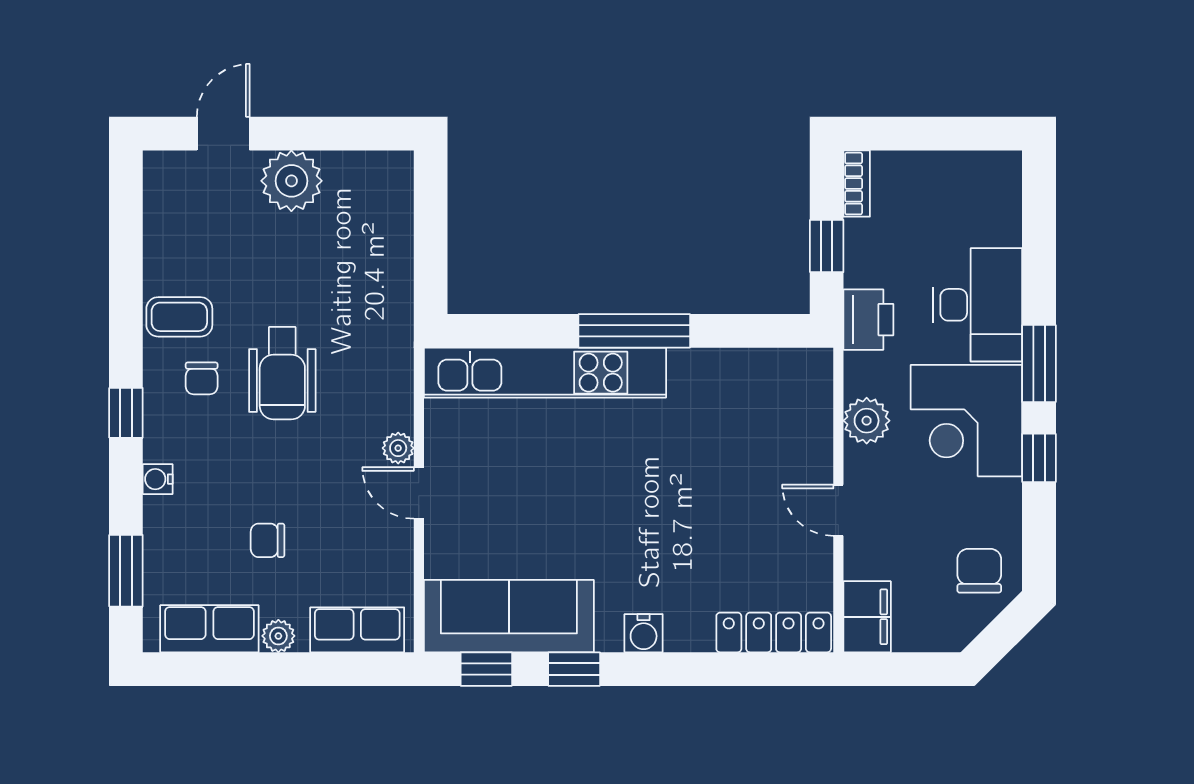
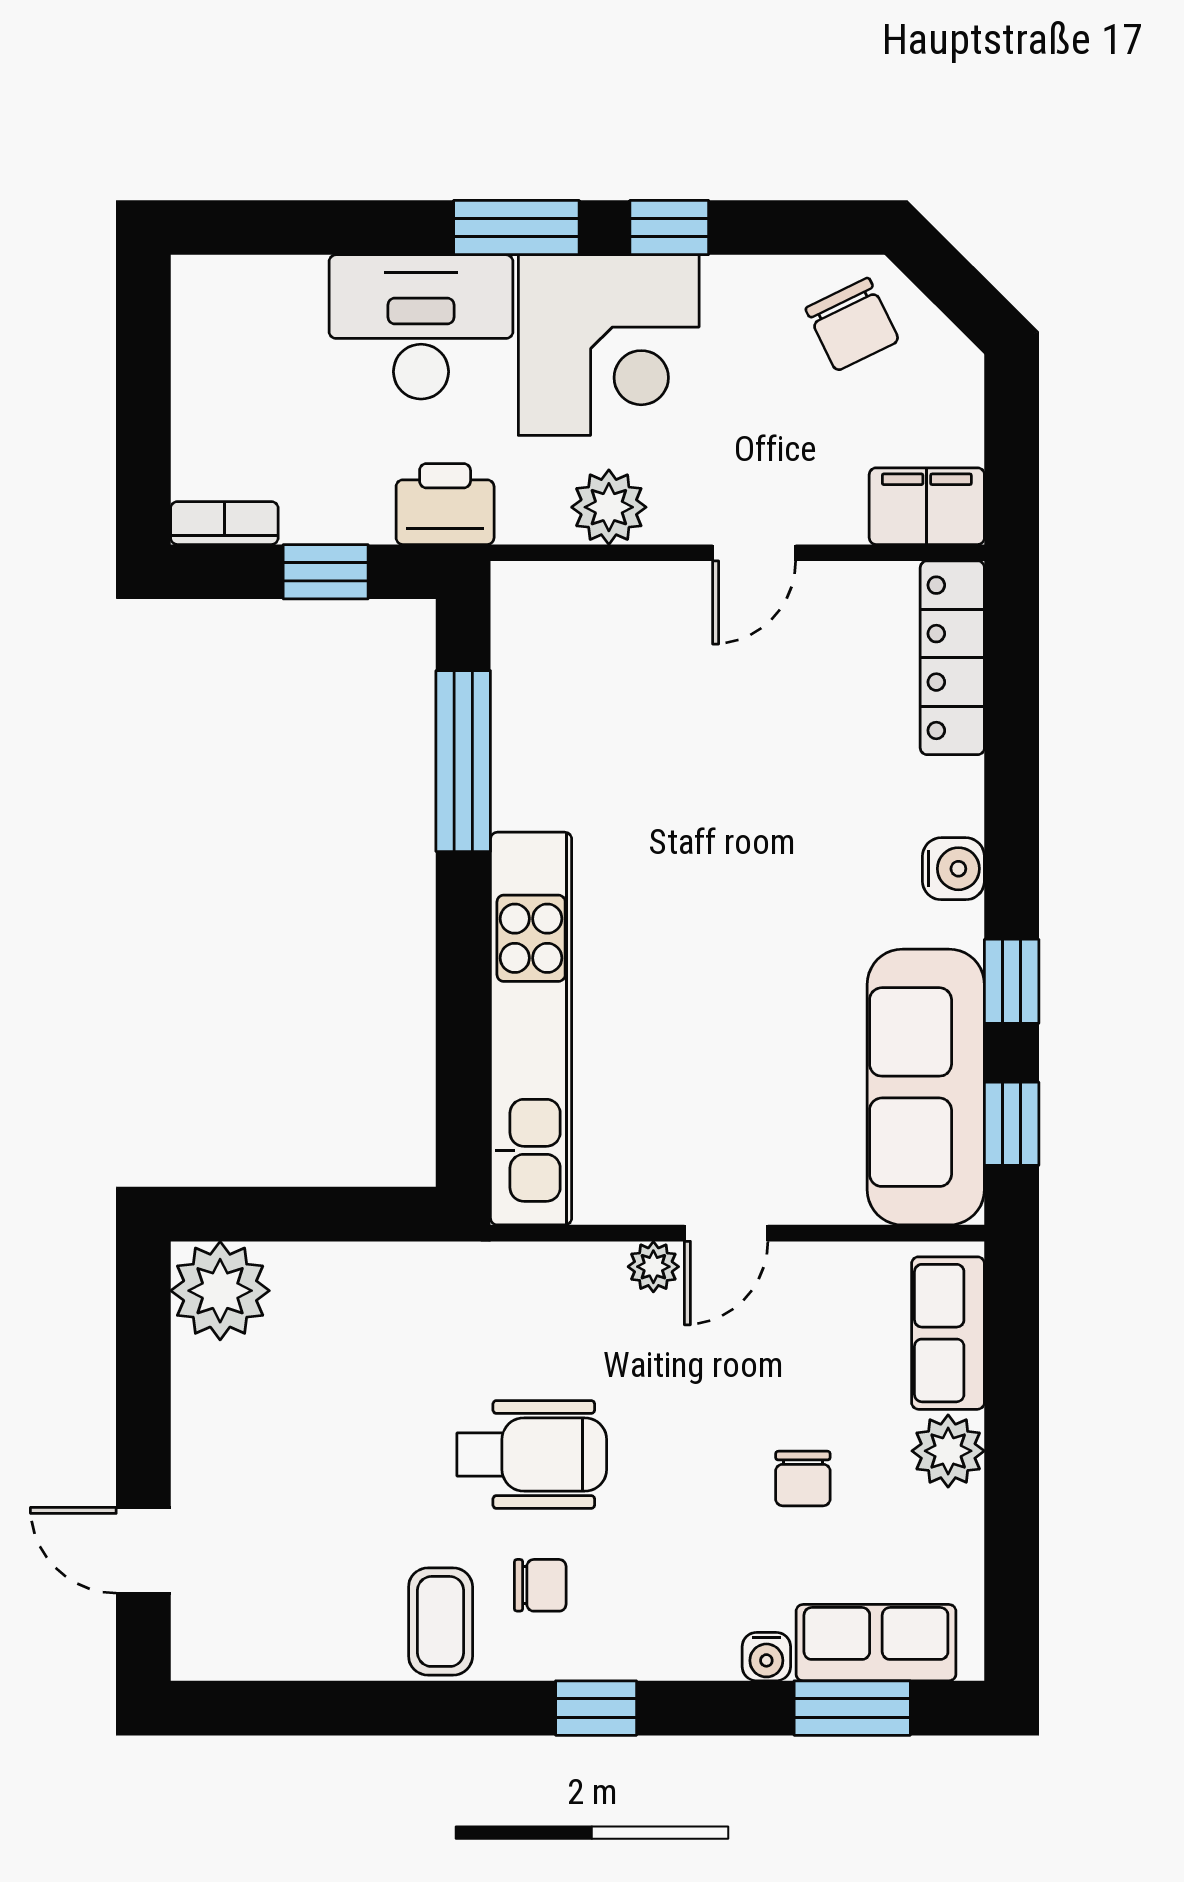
plant: (291, 181) -> (220, 1291), moved
window: (634, 331) -> (463, 761), moved
water cooler: (158, 479) -> (766, 1657), moved
chair: (979, 571) -> (852, 324), turned -116
row of seats: (209, 629) -> (876, 1643), moved, turned 90
plant: (278, 636) -> (948, 1451), width x1.38, depth x1.38

